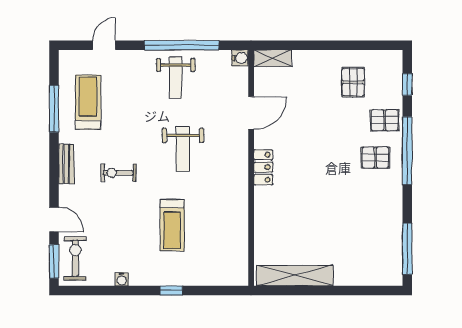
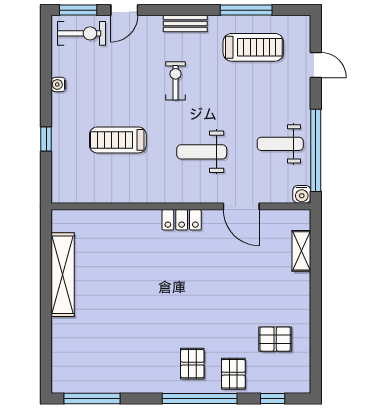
water cooler: (240, 58) -> (302, 194), moved
door: (251, 113) -> (241, 206), moved
locker: (263, 167) -> (182, 220), moved
wall: (251, 168) -> (181, 206), moved

